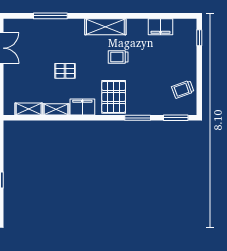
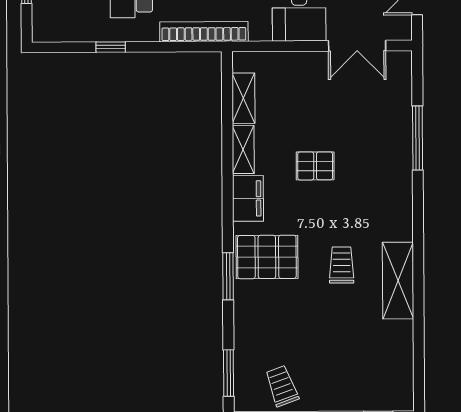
shelving: (105, 27) -> (398, 281), moved
filing cabinet: (160, 27) -> (399, 344), removed
pallet: (65, 71) -> (315, 166), turned 90
window: (138, 118) -> (228, 276), moved

